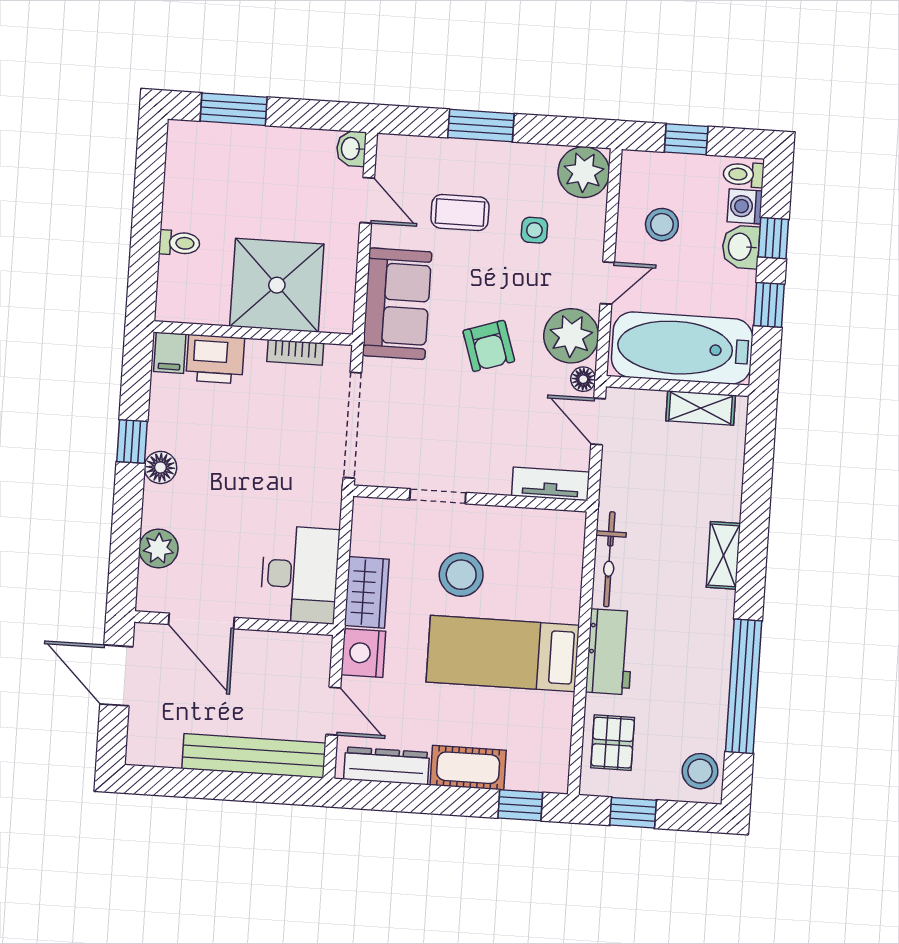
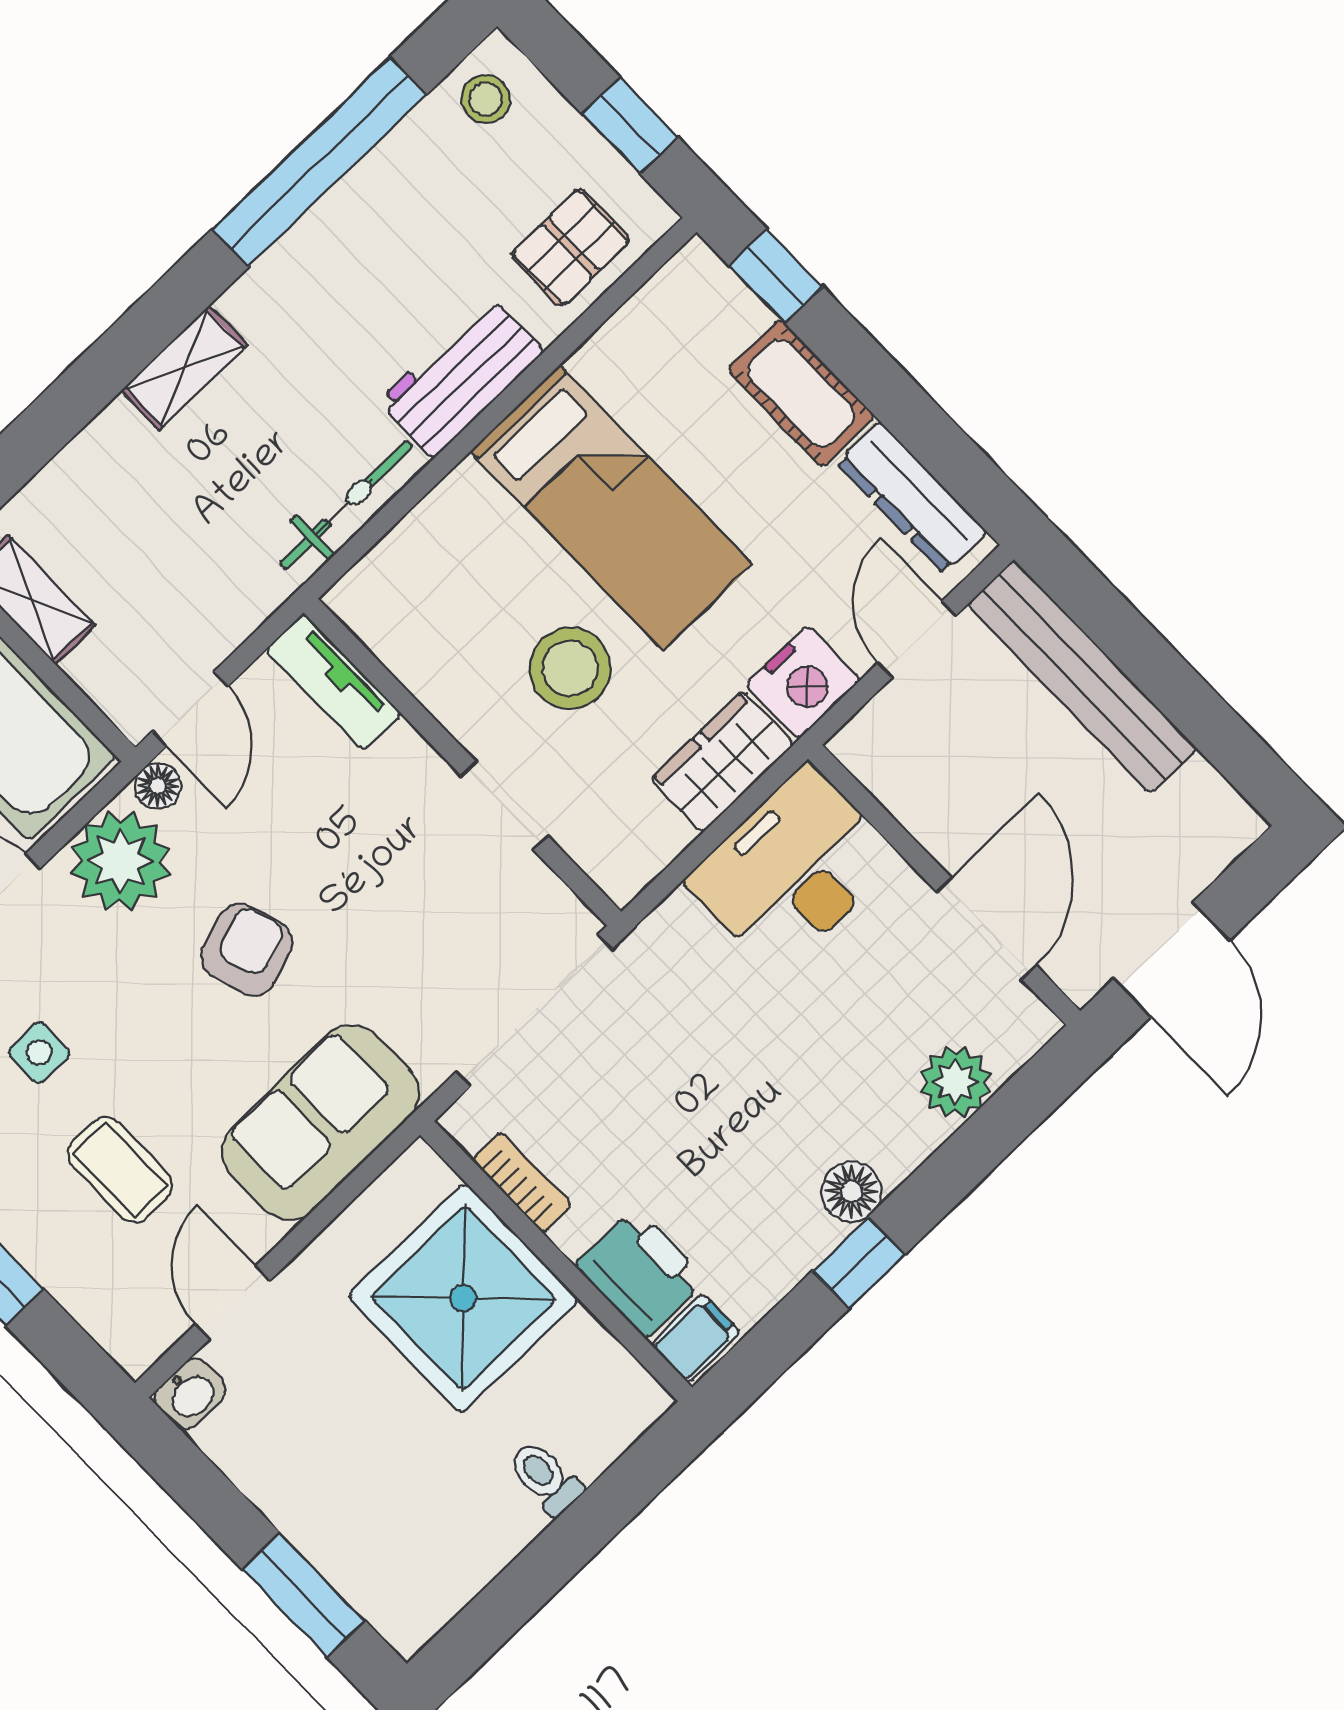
stool: (700, 771) -> (485, 99), width x0.73, depth x0.73

